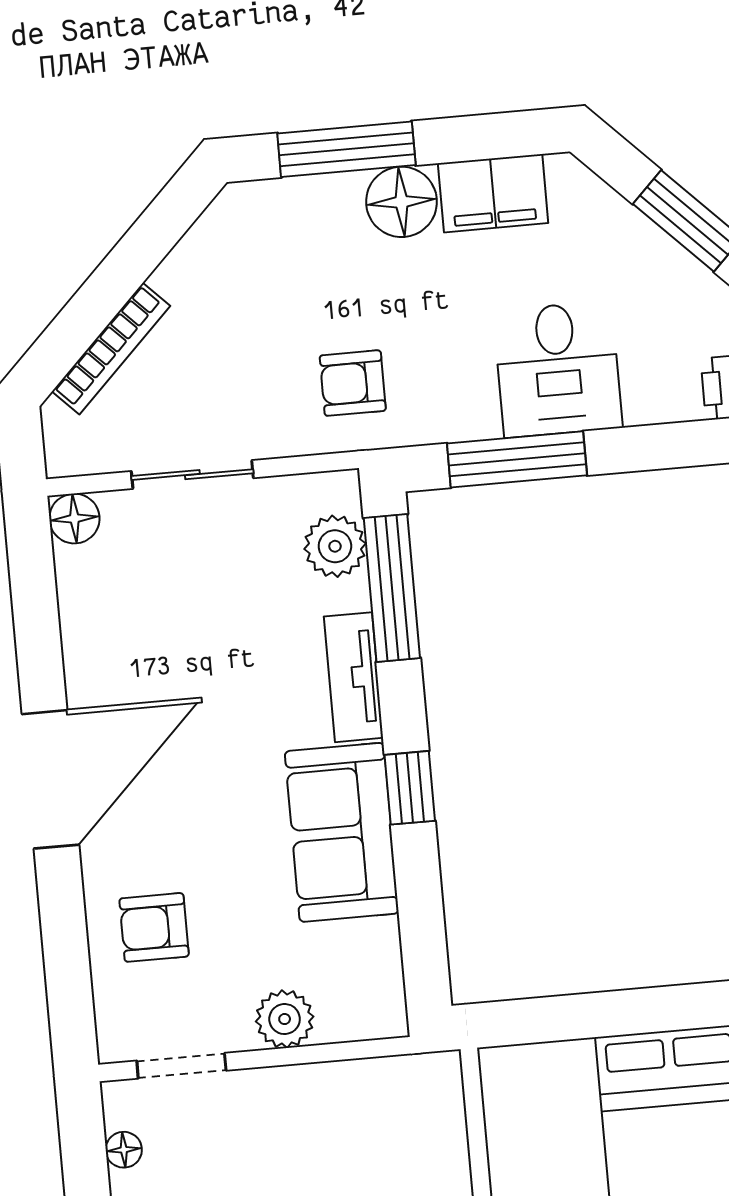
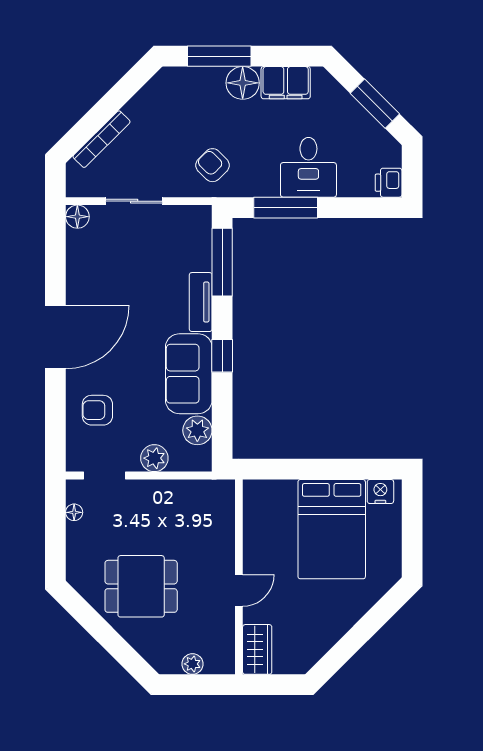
armchair: (353, 383) -> (212, 165), turned 45
plant: (335, 546) -> (197, 430), moved

